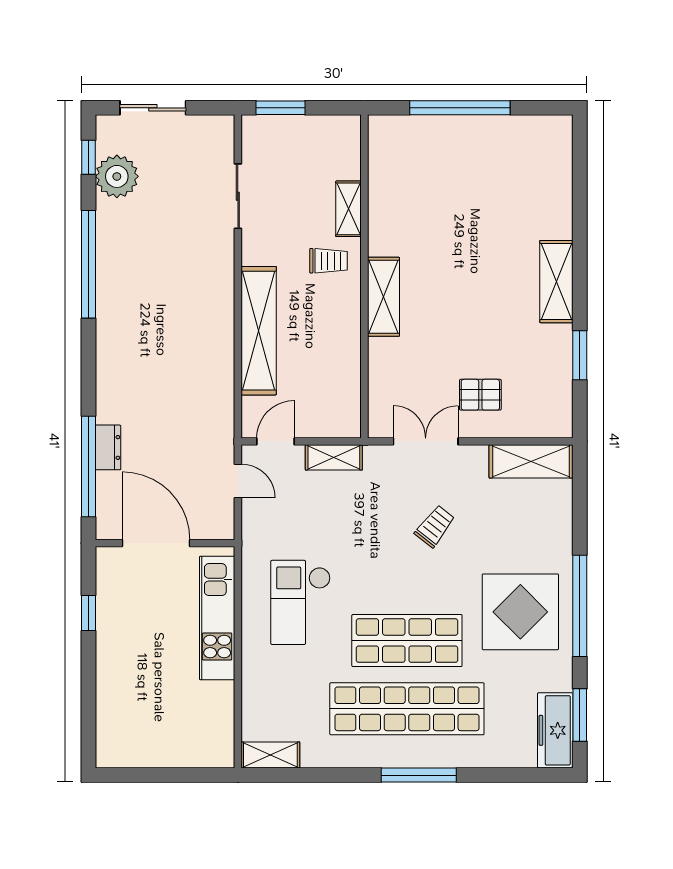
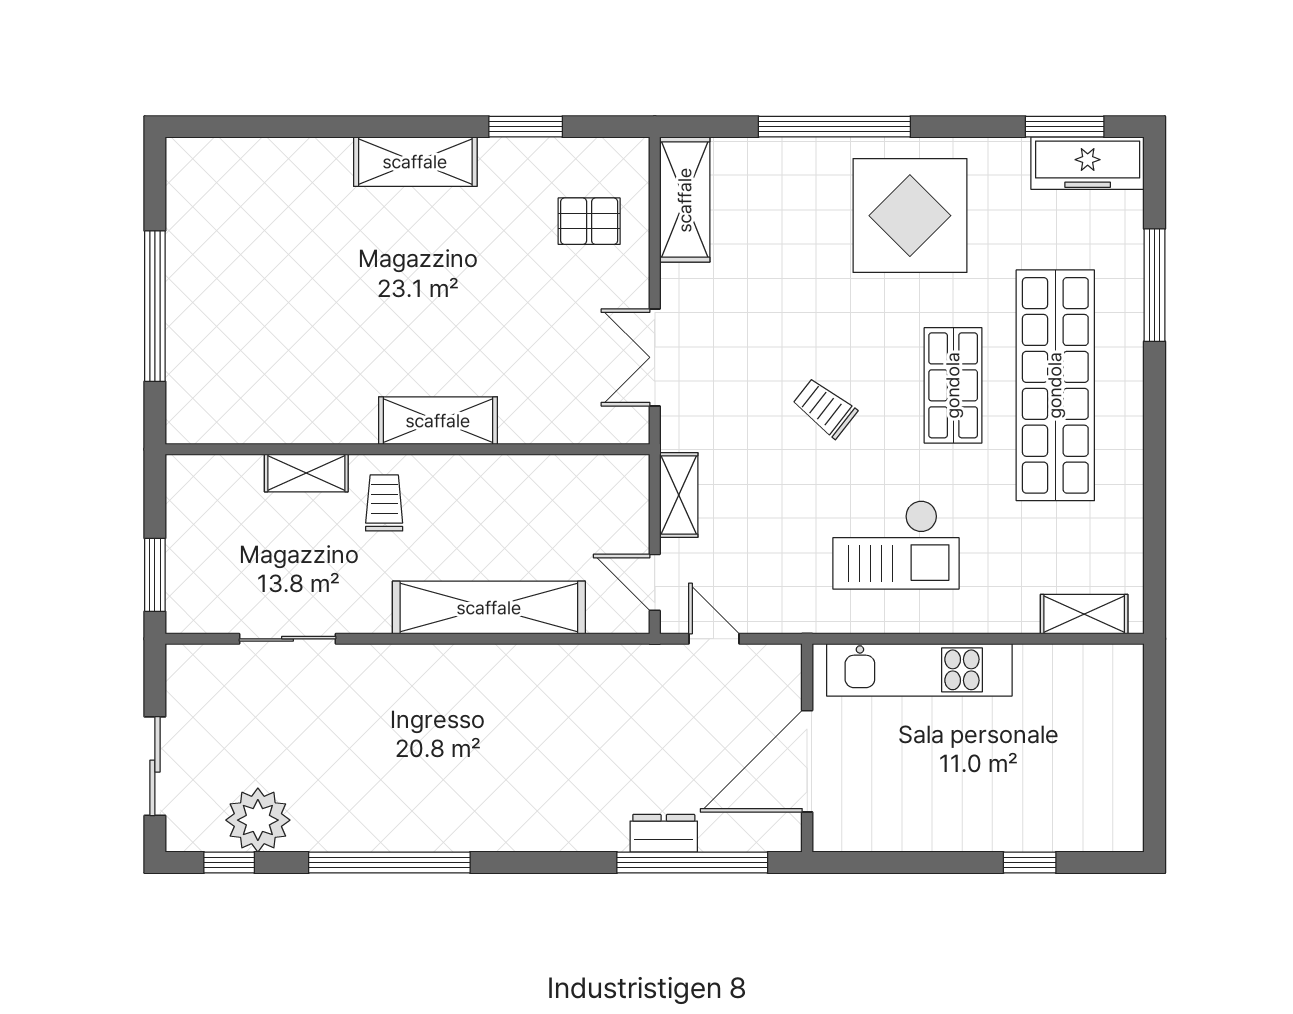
pallet: (480, 395) -> (589, 221), moved, turned 90
door: (238, 481) -> (714, 639), hinge flipped
trolley: (435, 526) -> (825, 408), moved
window: (580, 606) -> (834, 127), moved
window: (88, 613) -> (1030, 862), moved
shop shelf: (407, 641) -> (953, 385), width x0.70, depth x0.74
shelving: (270, 755) -> (1084, 614), moved, turned 90
window: (419, 775) -> (1155, 285), moved

